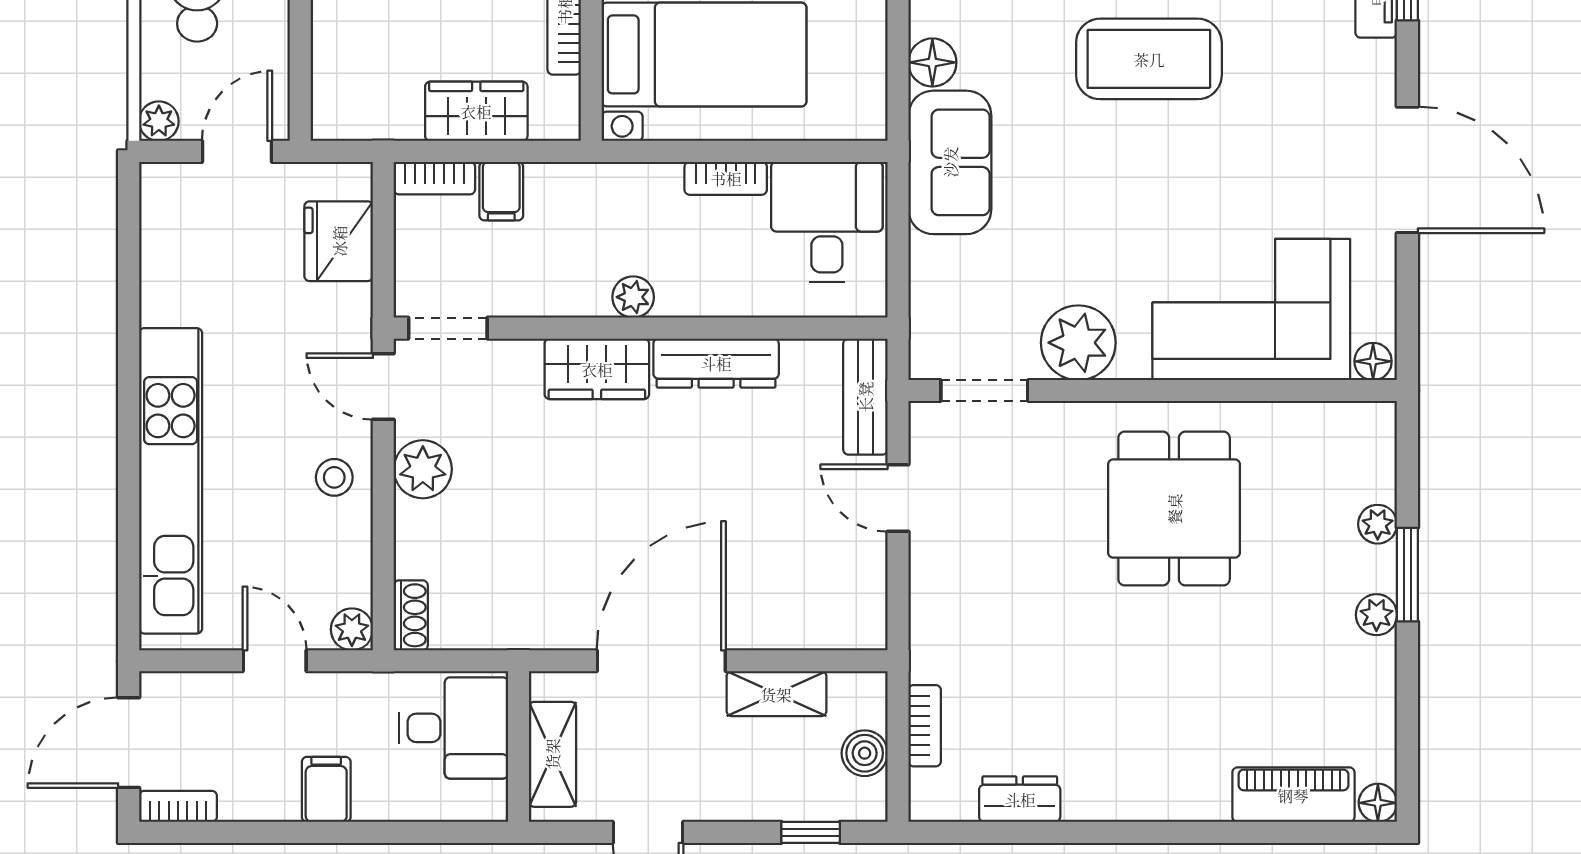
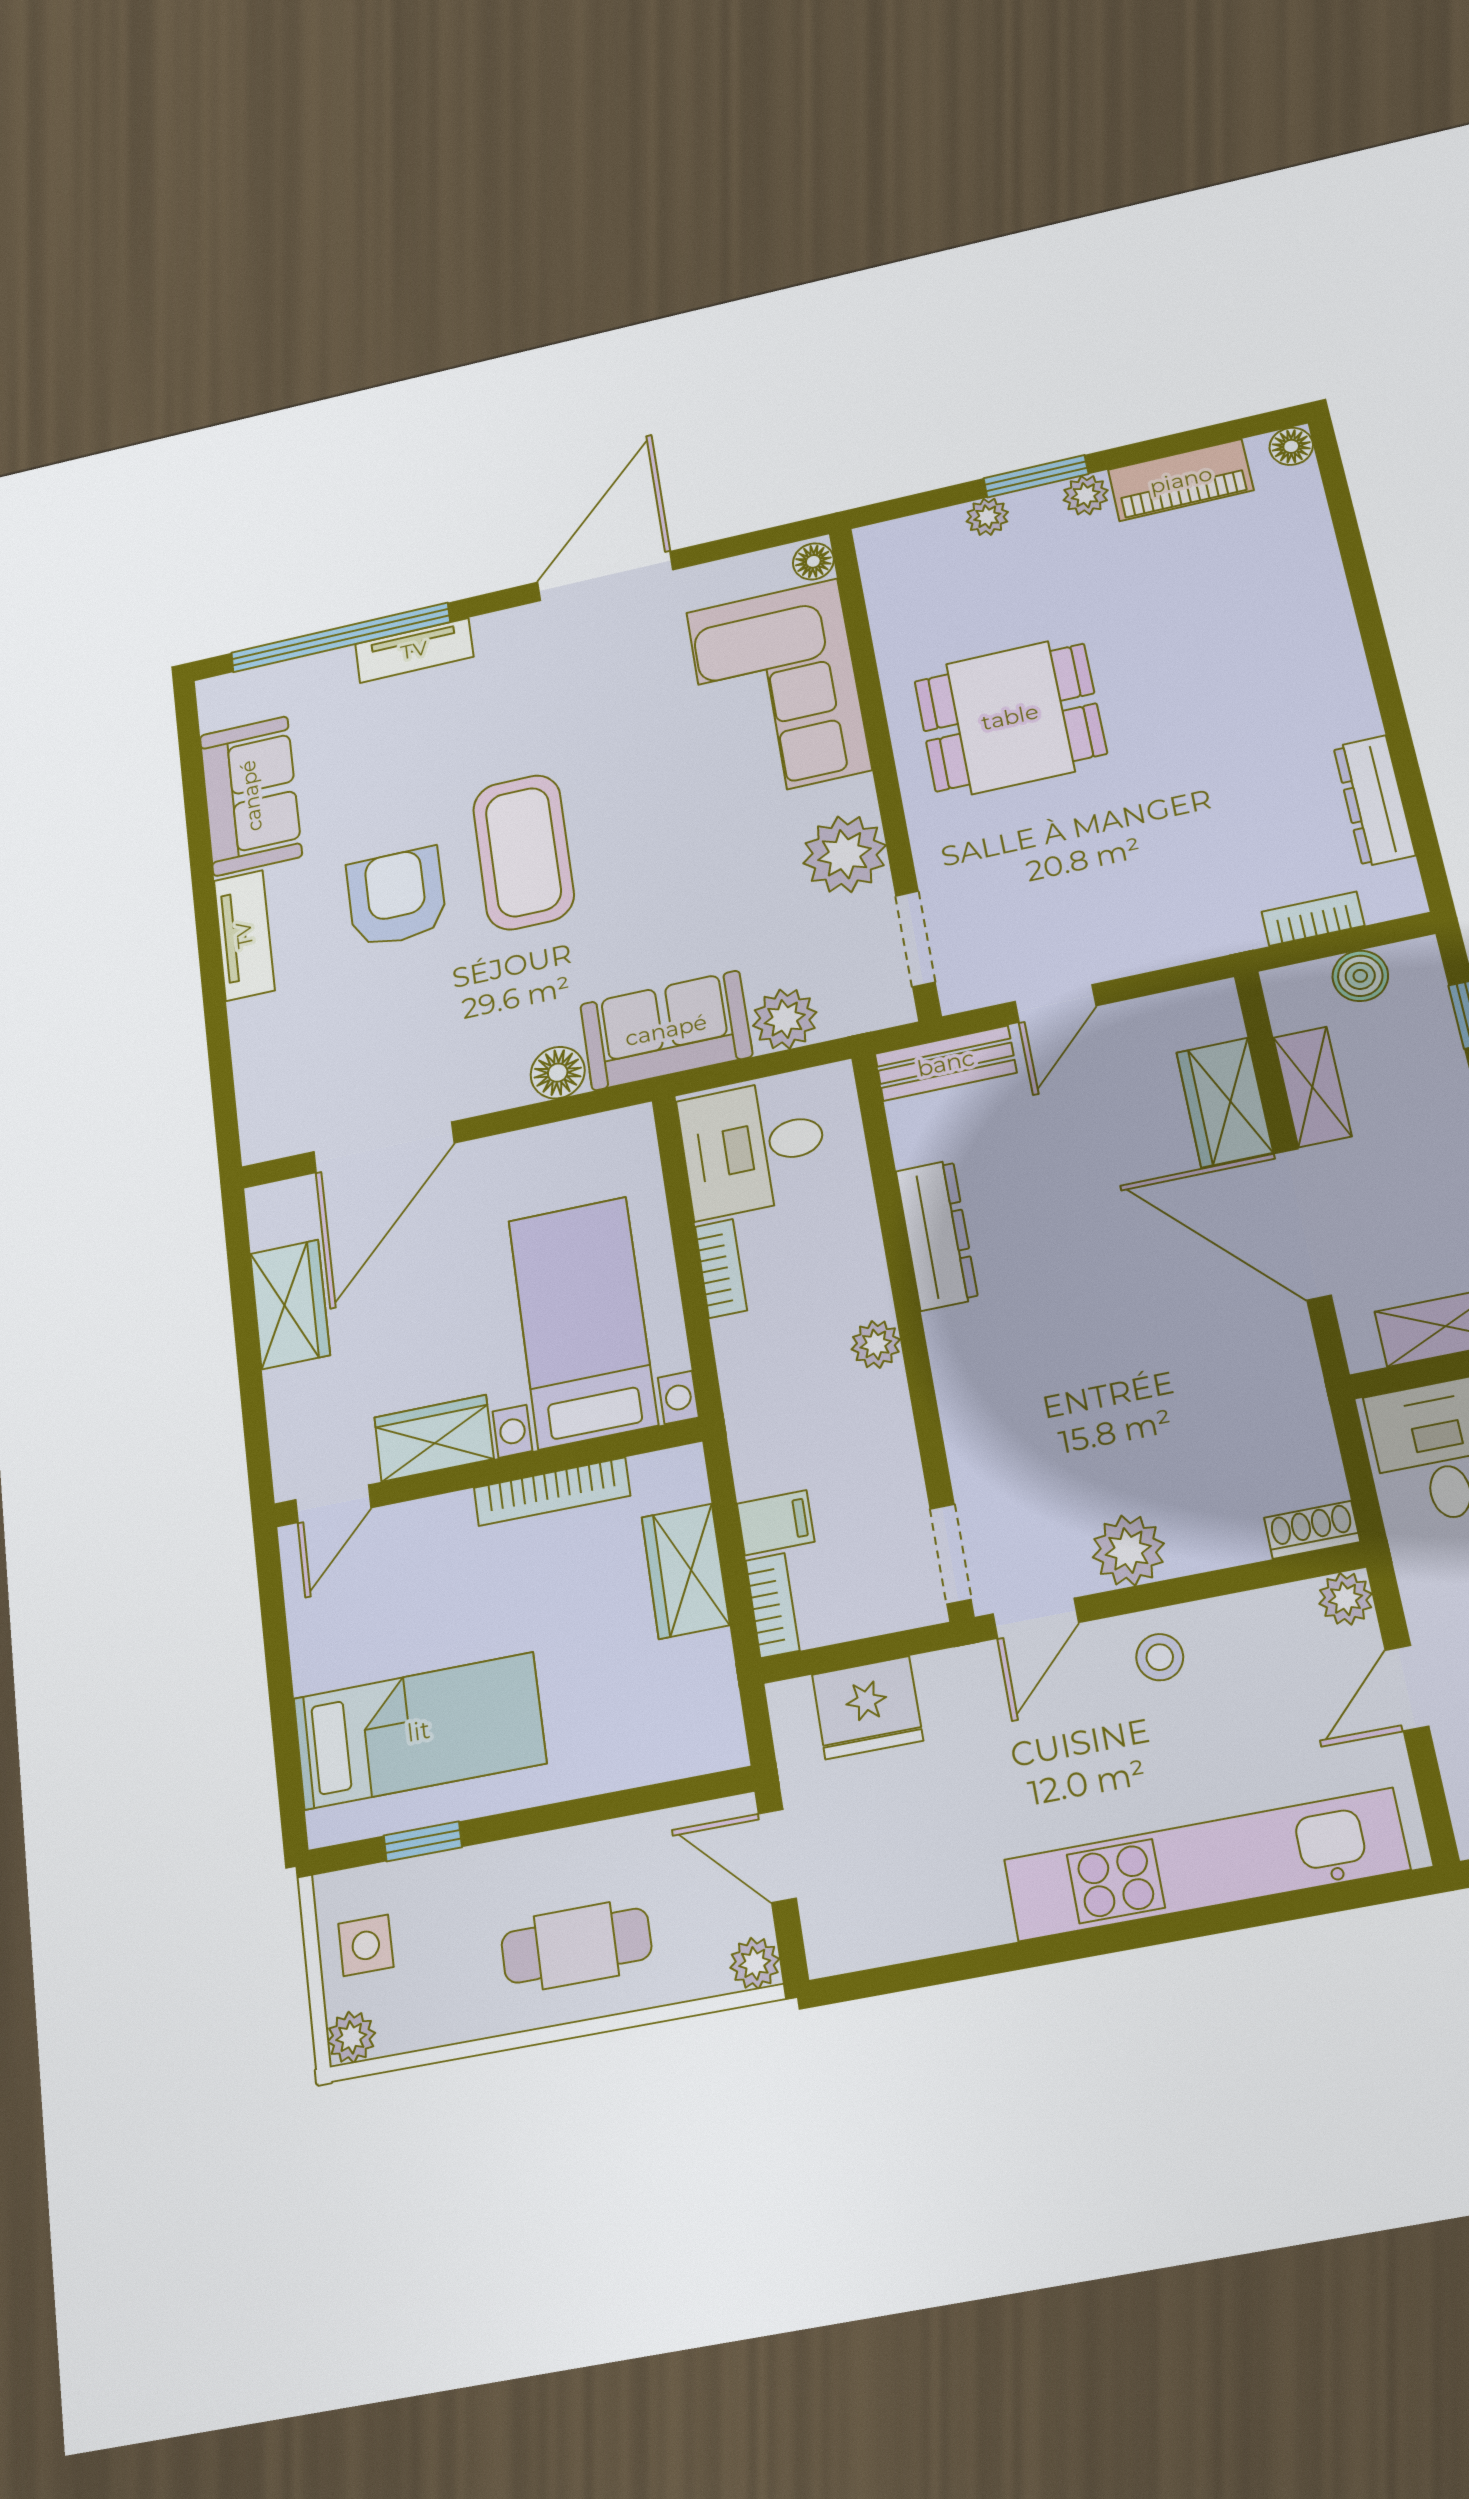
plant: (937, 267) -> (785, 1019), added
wardrobe: (597, 369) -> (1225, 1102), moved, turned 180
piano: (1293, 795) -> (1181, 480), moved, turned -90
dresser: (1020, 799) -> (1374, 801), width x1.44

